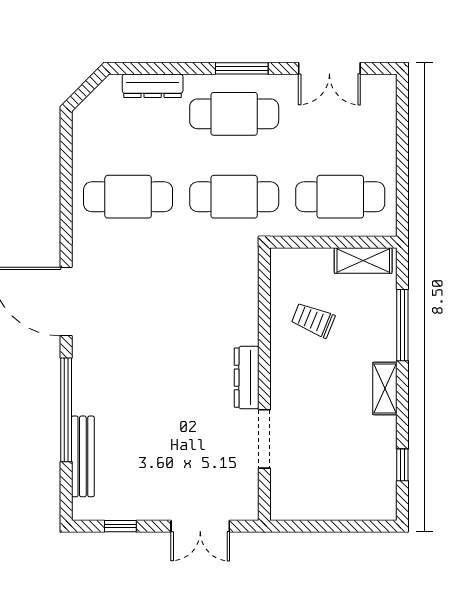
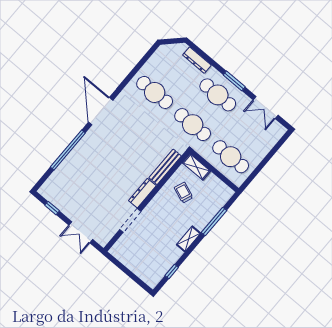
shelving: (363, 261) -> (196, 167), moved
bench: (83, 456) -> (165, 167), moved

